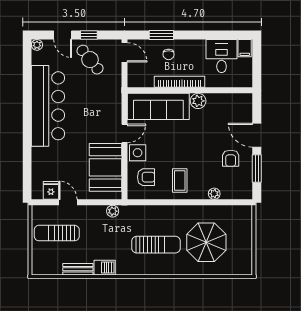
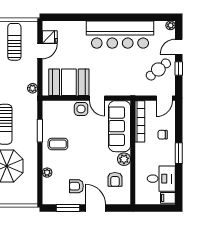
window: (161, 35) -> (179, 153), moved
bookcase: (180, 82) -> (140, 121), moved
door: (257, 135) -> (96, 208), hinge flipped
armchair: (146, 177) -> (115, 179), moved
window: (164, 202) -> (40, 131), added

